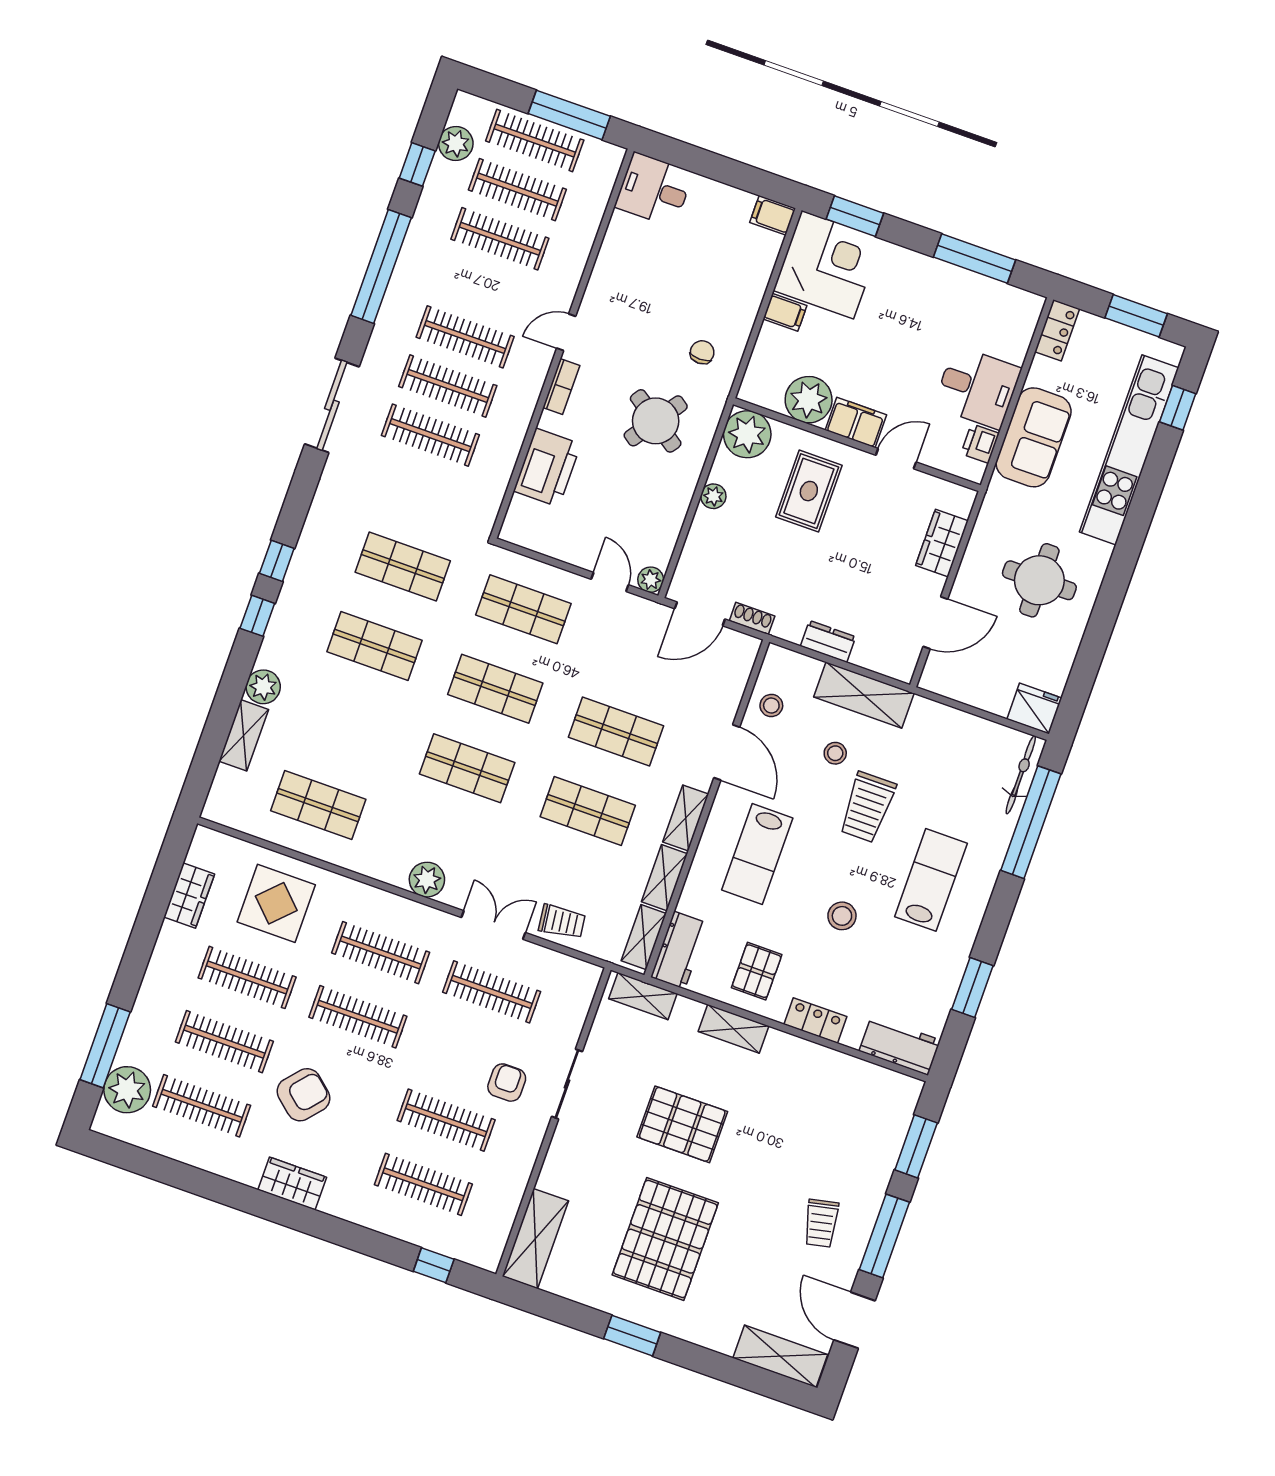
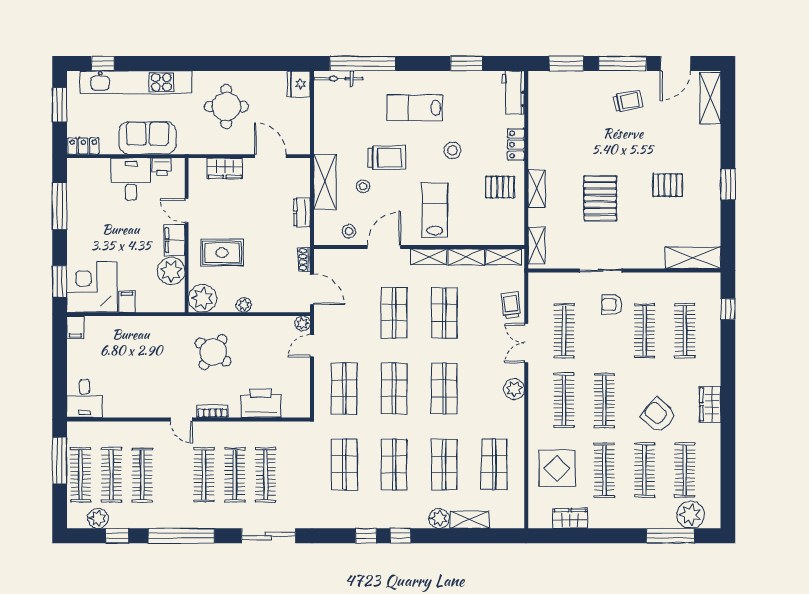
chair: (702, 352) -> (166, 340), removed
shop shelf: (346, 726) -> (444, 464), added
lab bench: (757, 854) -> (435, 210), turned -90
workbench: (679, 950) -> (504, 234), removed
pallet: (665, 1239) -> (668, 185), width x0.49, depth x0.50

